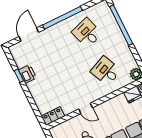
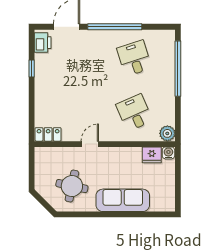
printer: (27, 74) -> (43, 43), moved
door: (86, 108) -> (90, 144), swing flipped

